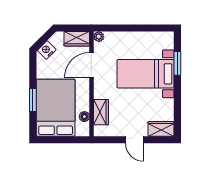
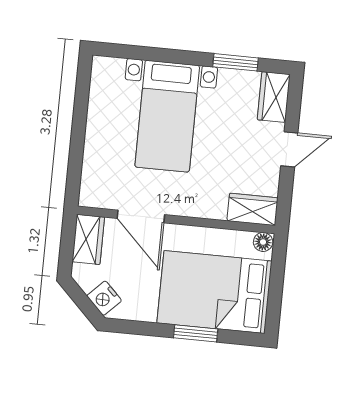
plant: (99, 37) -> (88, 197), removed
window: (177, 63) -> (236, 62), moved
wardrobe: (101, 112) -> (253, 209), moved
floor lamp: (84, 117) -> (263, 242), moved

